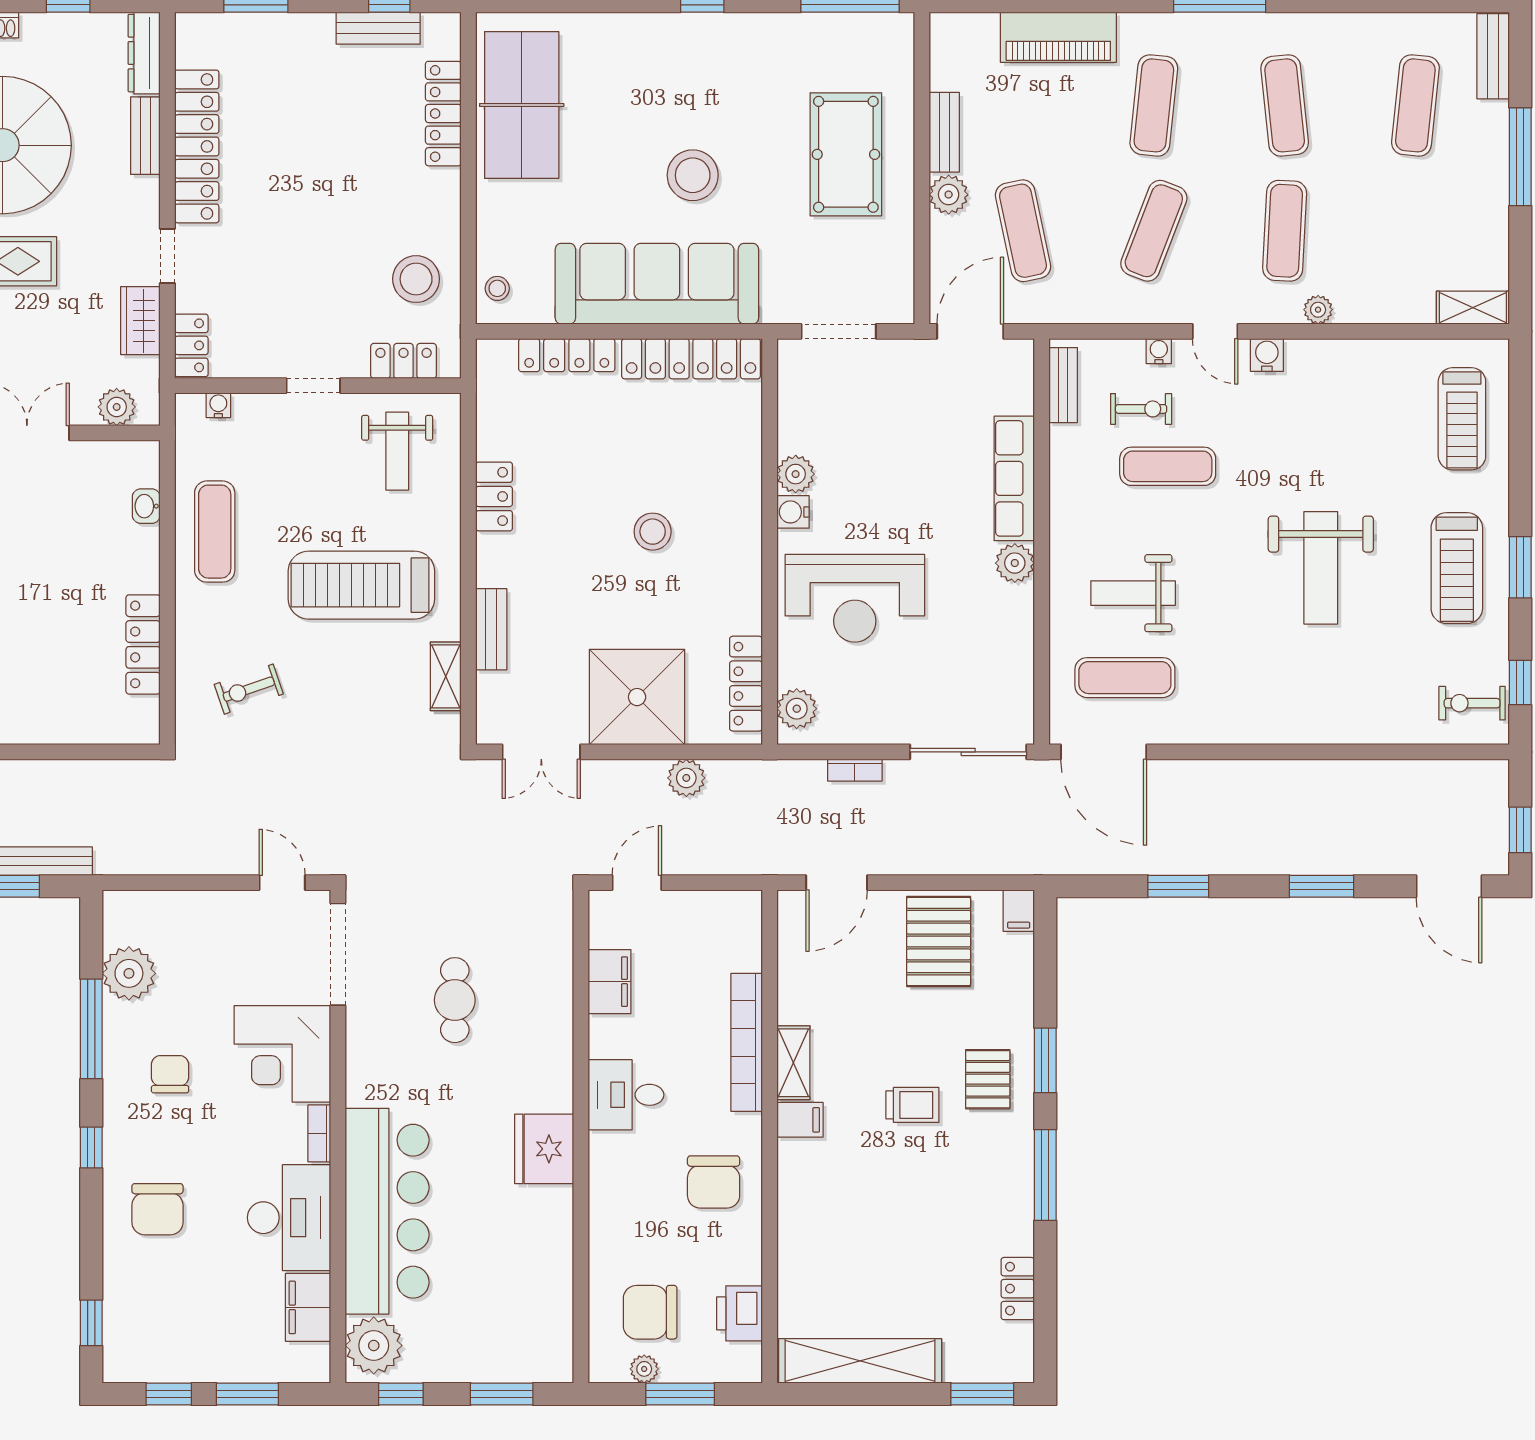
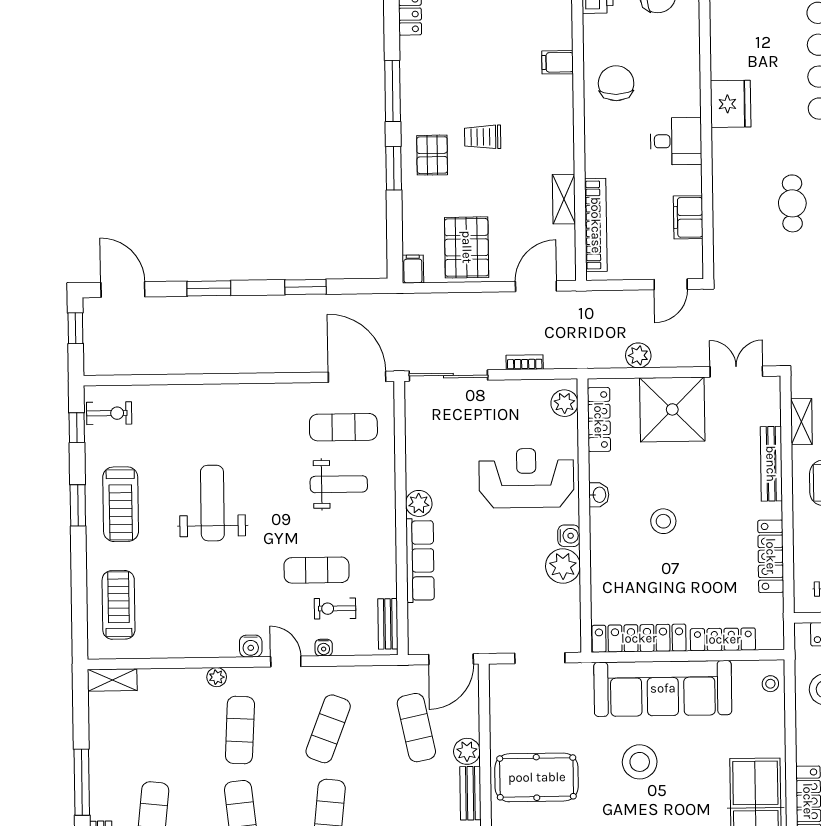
pool table: (846, 154) -> (537, 777), turned 90
plant: (796, 474) -> (563, 566), width x1.36, depth x1.36
locker: (494, 496) -> (771, 556), width x1.53
treadmill: (1457, 568) -> (121, 504), turned 180
washbasin: (748, 572) -> (599, 495), added
bench: (491, 629) -> (771, 464), width x1.36
bookcase: (747, 1042) -> (596, 225), moved
shelving: (793, 1063) -> (564, 199), moved
filing cabinet: (800, 1120) -> (558, 62), moved

